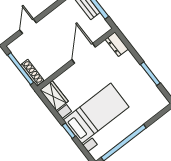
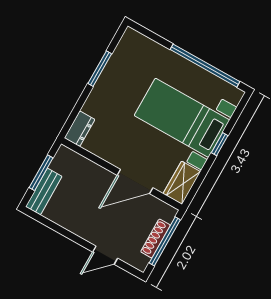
door: (84, 53) -> (135, 182), moved
shoe rack: (32, 73) -> (156, 238), moved

